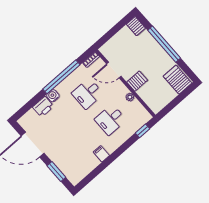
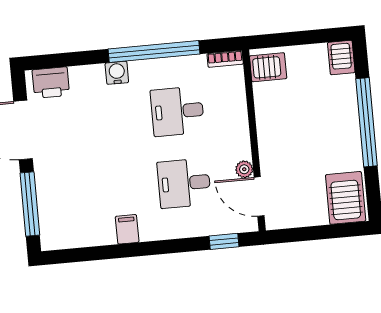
door: (114, 70) -> (259, 196), moved
server rack: (137, 81) -> (268, 67), moved
printer: (43, 107) -> (51, 83), moved
window: (56, 171) -> (30, 204), width x1.44

